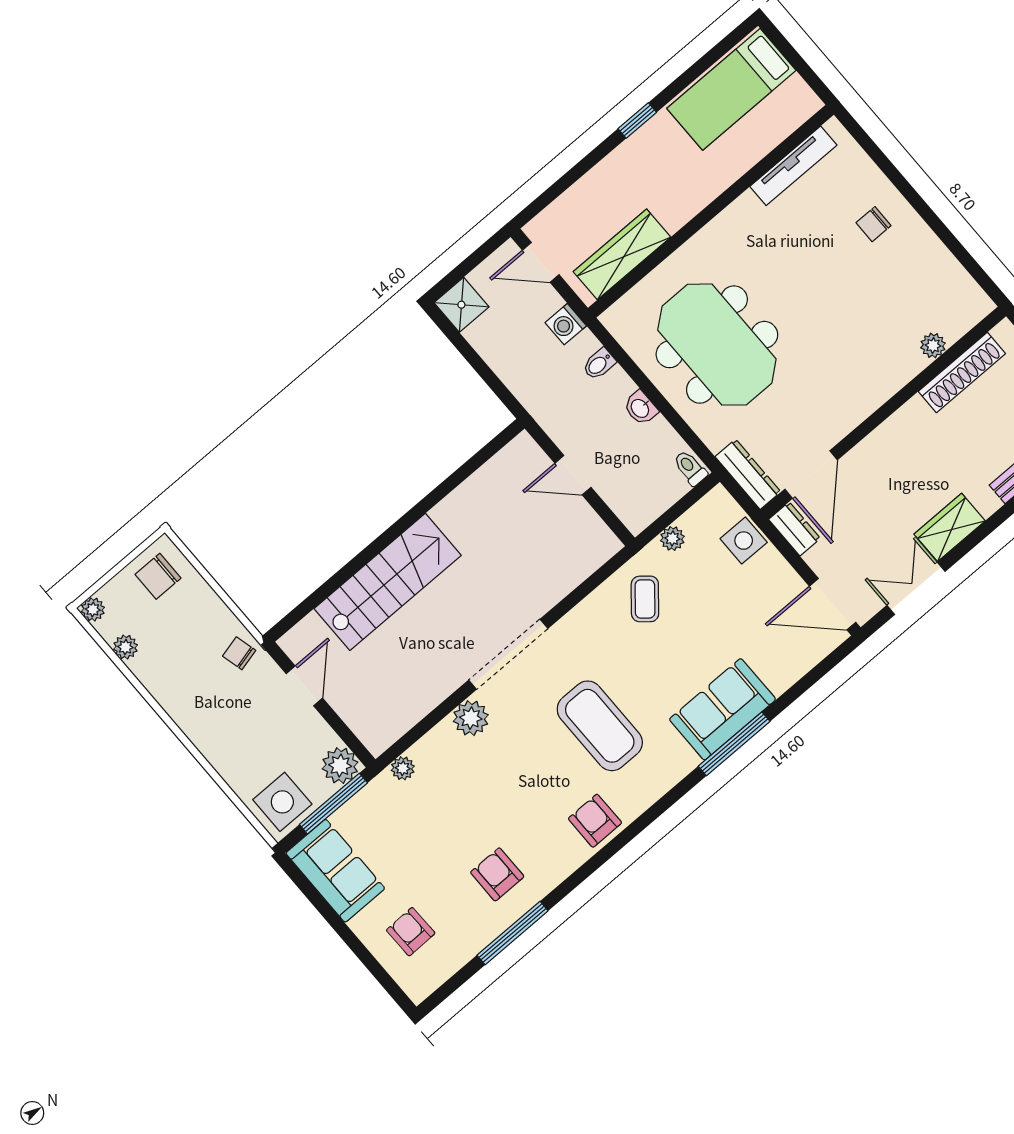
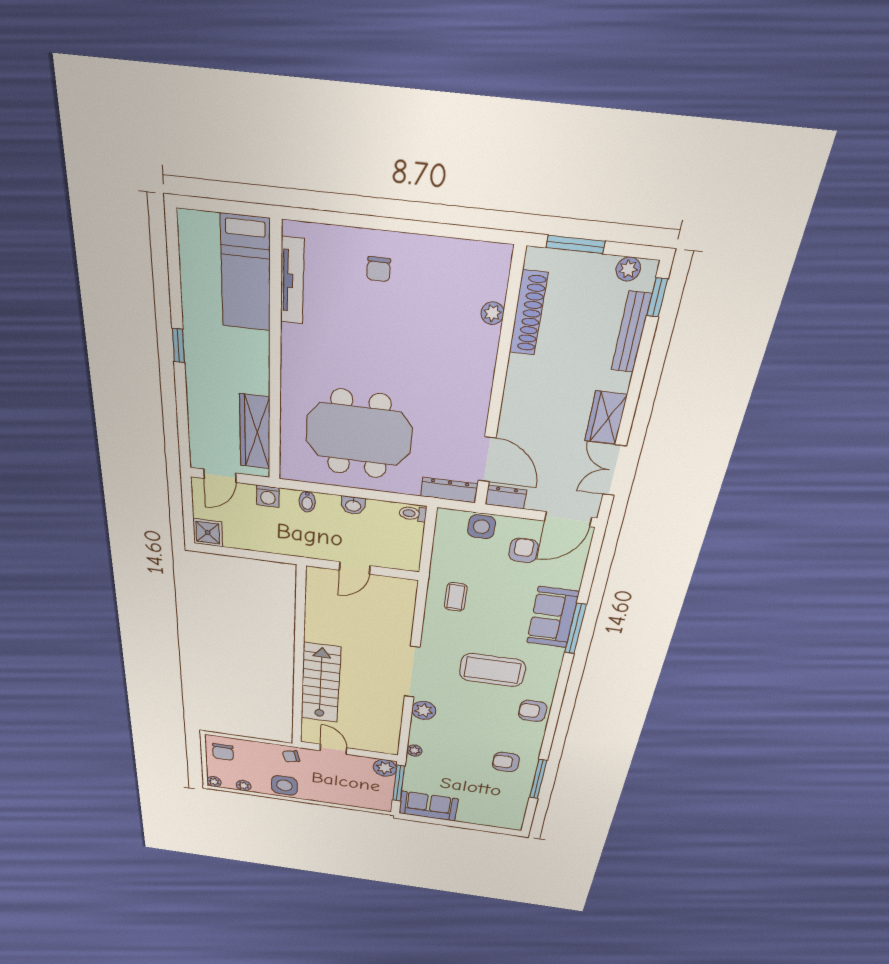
bed: (731, 89) -> (246, 273), moved
plant: (672, 539) -> (440, 557), removed
coffee table: (645, 599) -> (456, 597), turned 50
side table: (282, 802) -> (284, 785), moved
armchair: (411, 932) -> (523, 550), moved, turned 91

